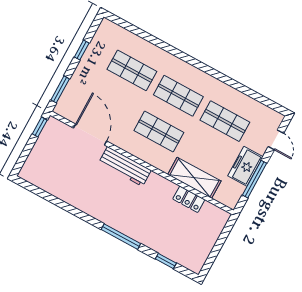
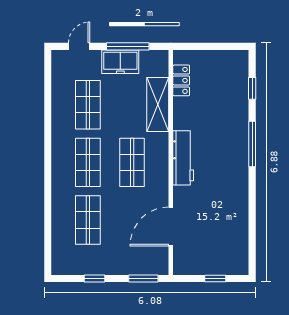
window: (40, 127) -> (215, 278), moved
workbench: (125, 166) -> (183, 158), moved
locker: (189, 199) -> (181, 80), moved

